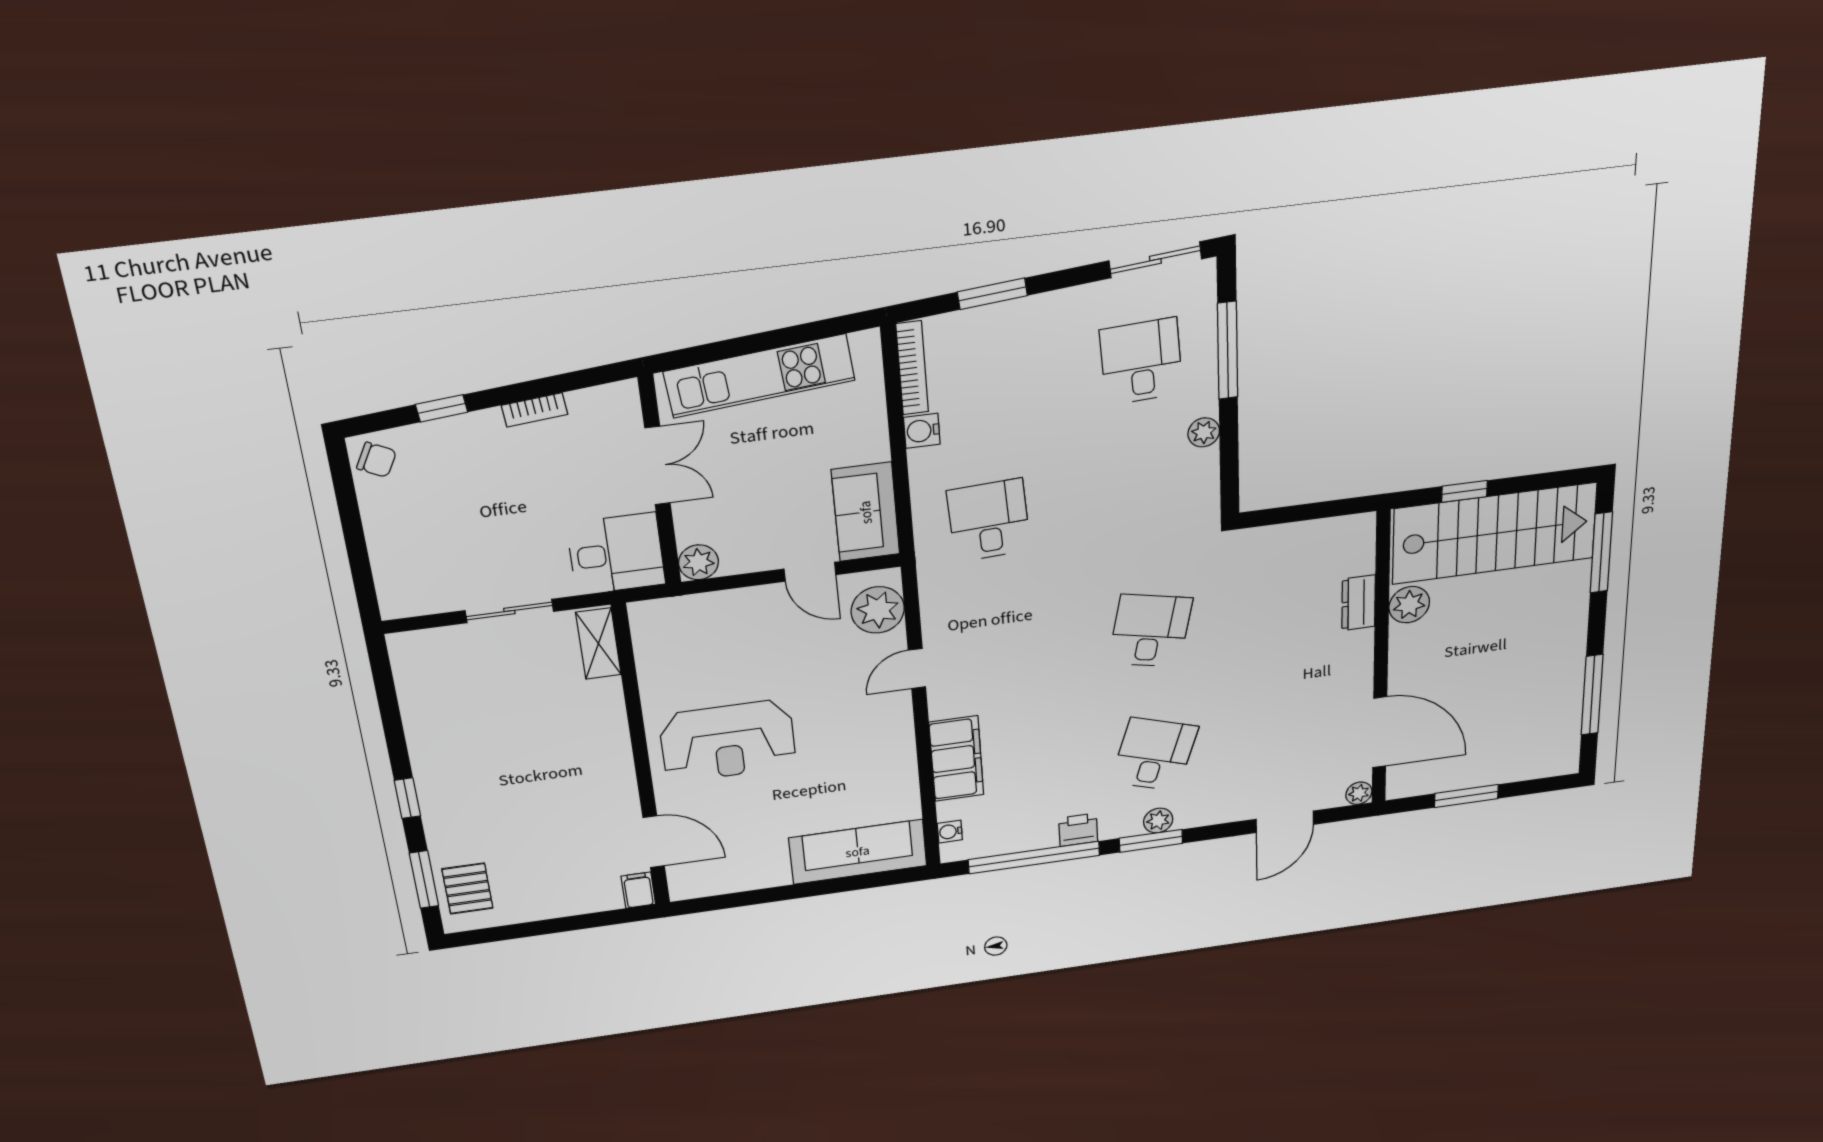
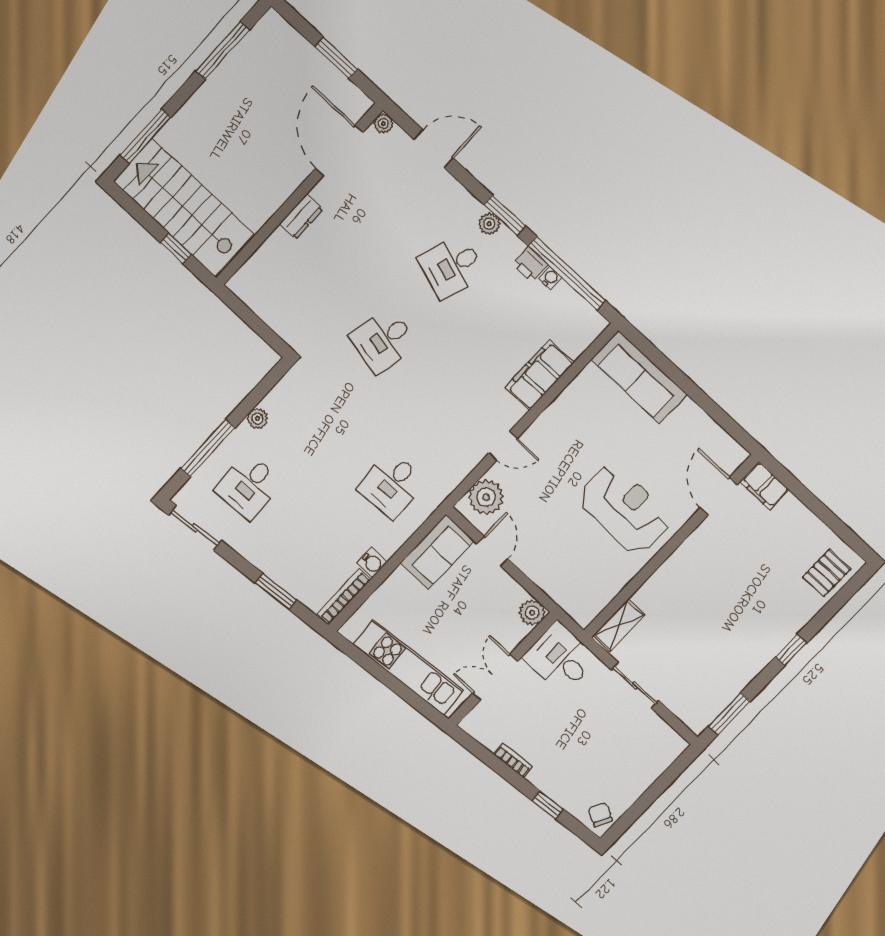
dresser: (1359, 603) -> (301, 217), moved
plant: (1409, 605) -> (257, 212), removed
water cooler: (950, 832) -> (550, 278), moved, turned -90
window: (424, 880) -> (729, 714), moved
filing cabinet: (638, 890) -> (765, 486), width x2.00

